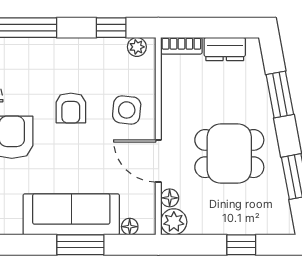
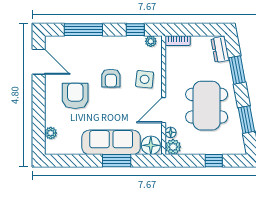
dresser: (225, 49) -> (220, 49), moved, turned 79
dining table: (229, 154) -> (207, 106), width x1.38
door: (158, 161) -> (164, 110), hinge flipped
floor lamp: (130, 227) -> (151, 145), width x1.89, depth x1.89

